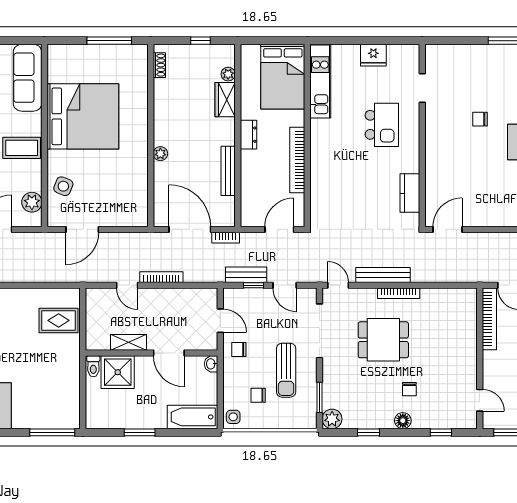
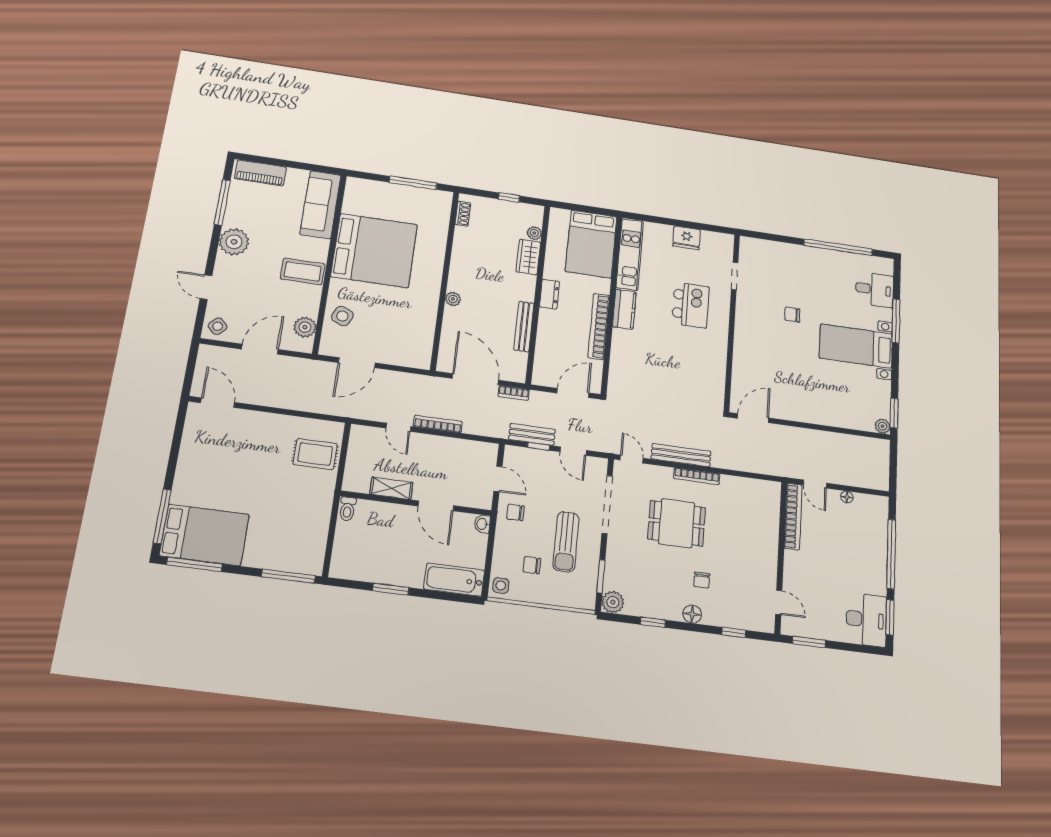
kitchen counter: (410, 193) -> (624, 309), moved, turned 180
shower: (118, 372) -> (375, 519), removed

